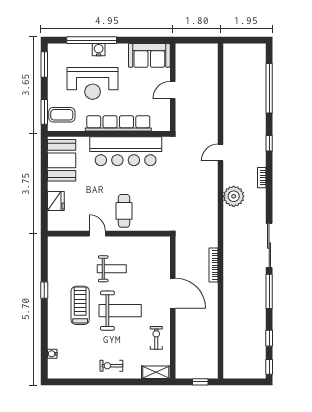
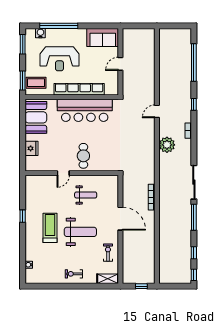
water cooler: (99, 50) -> (40, 33), moved
door: (97, 234) -> (63, 173), swing flipped
weight bench: (112, 269) -> (86, 195), moved

